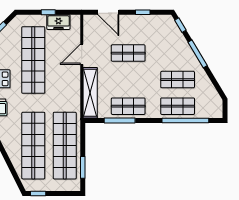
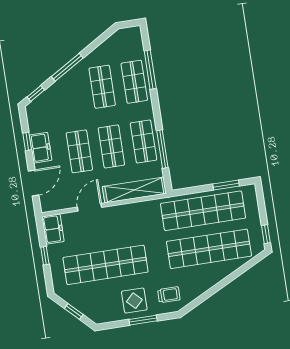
freezer: (58, 22) -> (53, 229), moved
freezer: (136, 22) -> (40, 148), added
door: (82, 54) -> (89, 207), swing flipped
shop shelf: (128, 80) -> (111, 146), added
window: (185, 120) -> (150, 70), width x0.68

